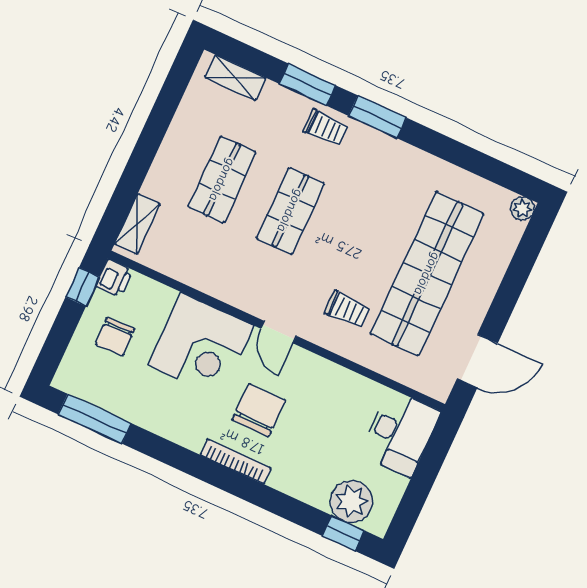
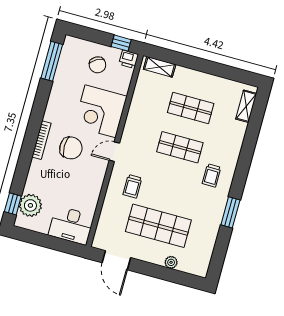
window: (307, 85) -> (249, 145), removed
window: (377, 117) -> (230, 212), moved
trolley: (326, 128) -> (212, 175), moved
plant: (522, 209) -> (171, 262), moved
shop shelf: (427, 274) -> (158, 226), width x0.71
chair: (115, 337) -> (97, 65), turned -119

